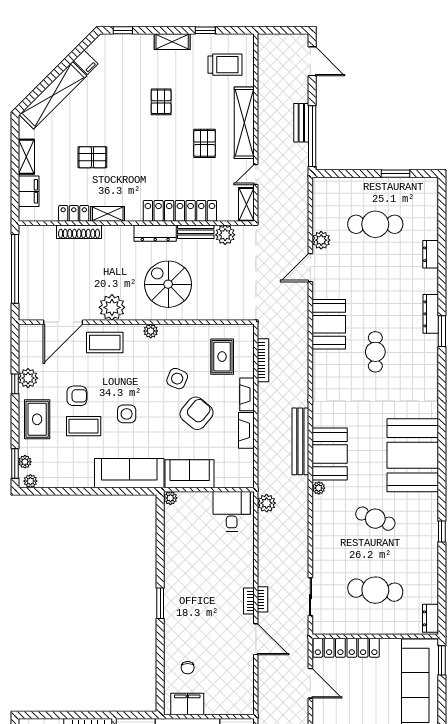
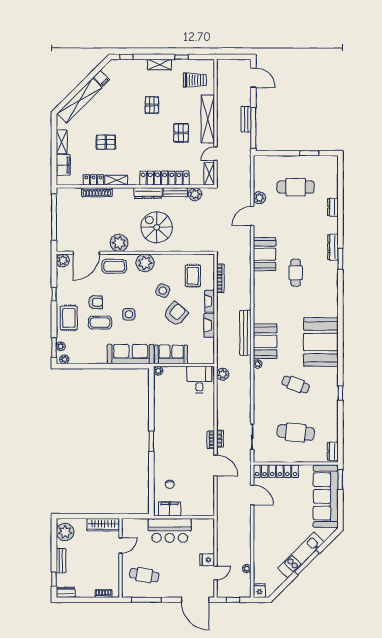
plant: (151, 331) -> (145, 263), width x1.88, depth x1.88
plant: (28, 378) -> (63, 260), moved

